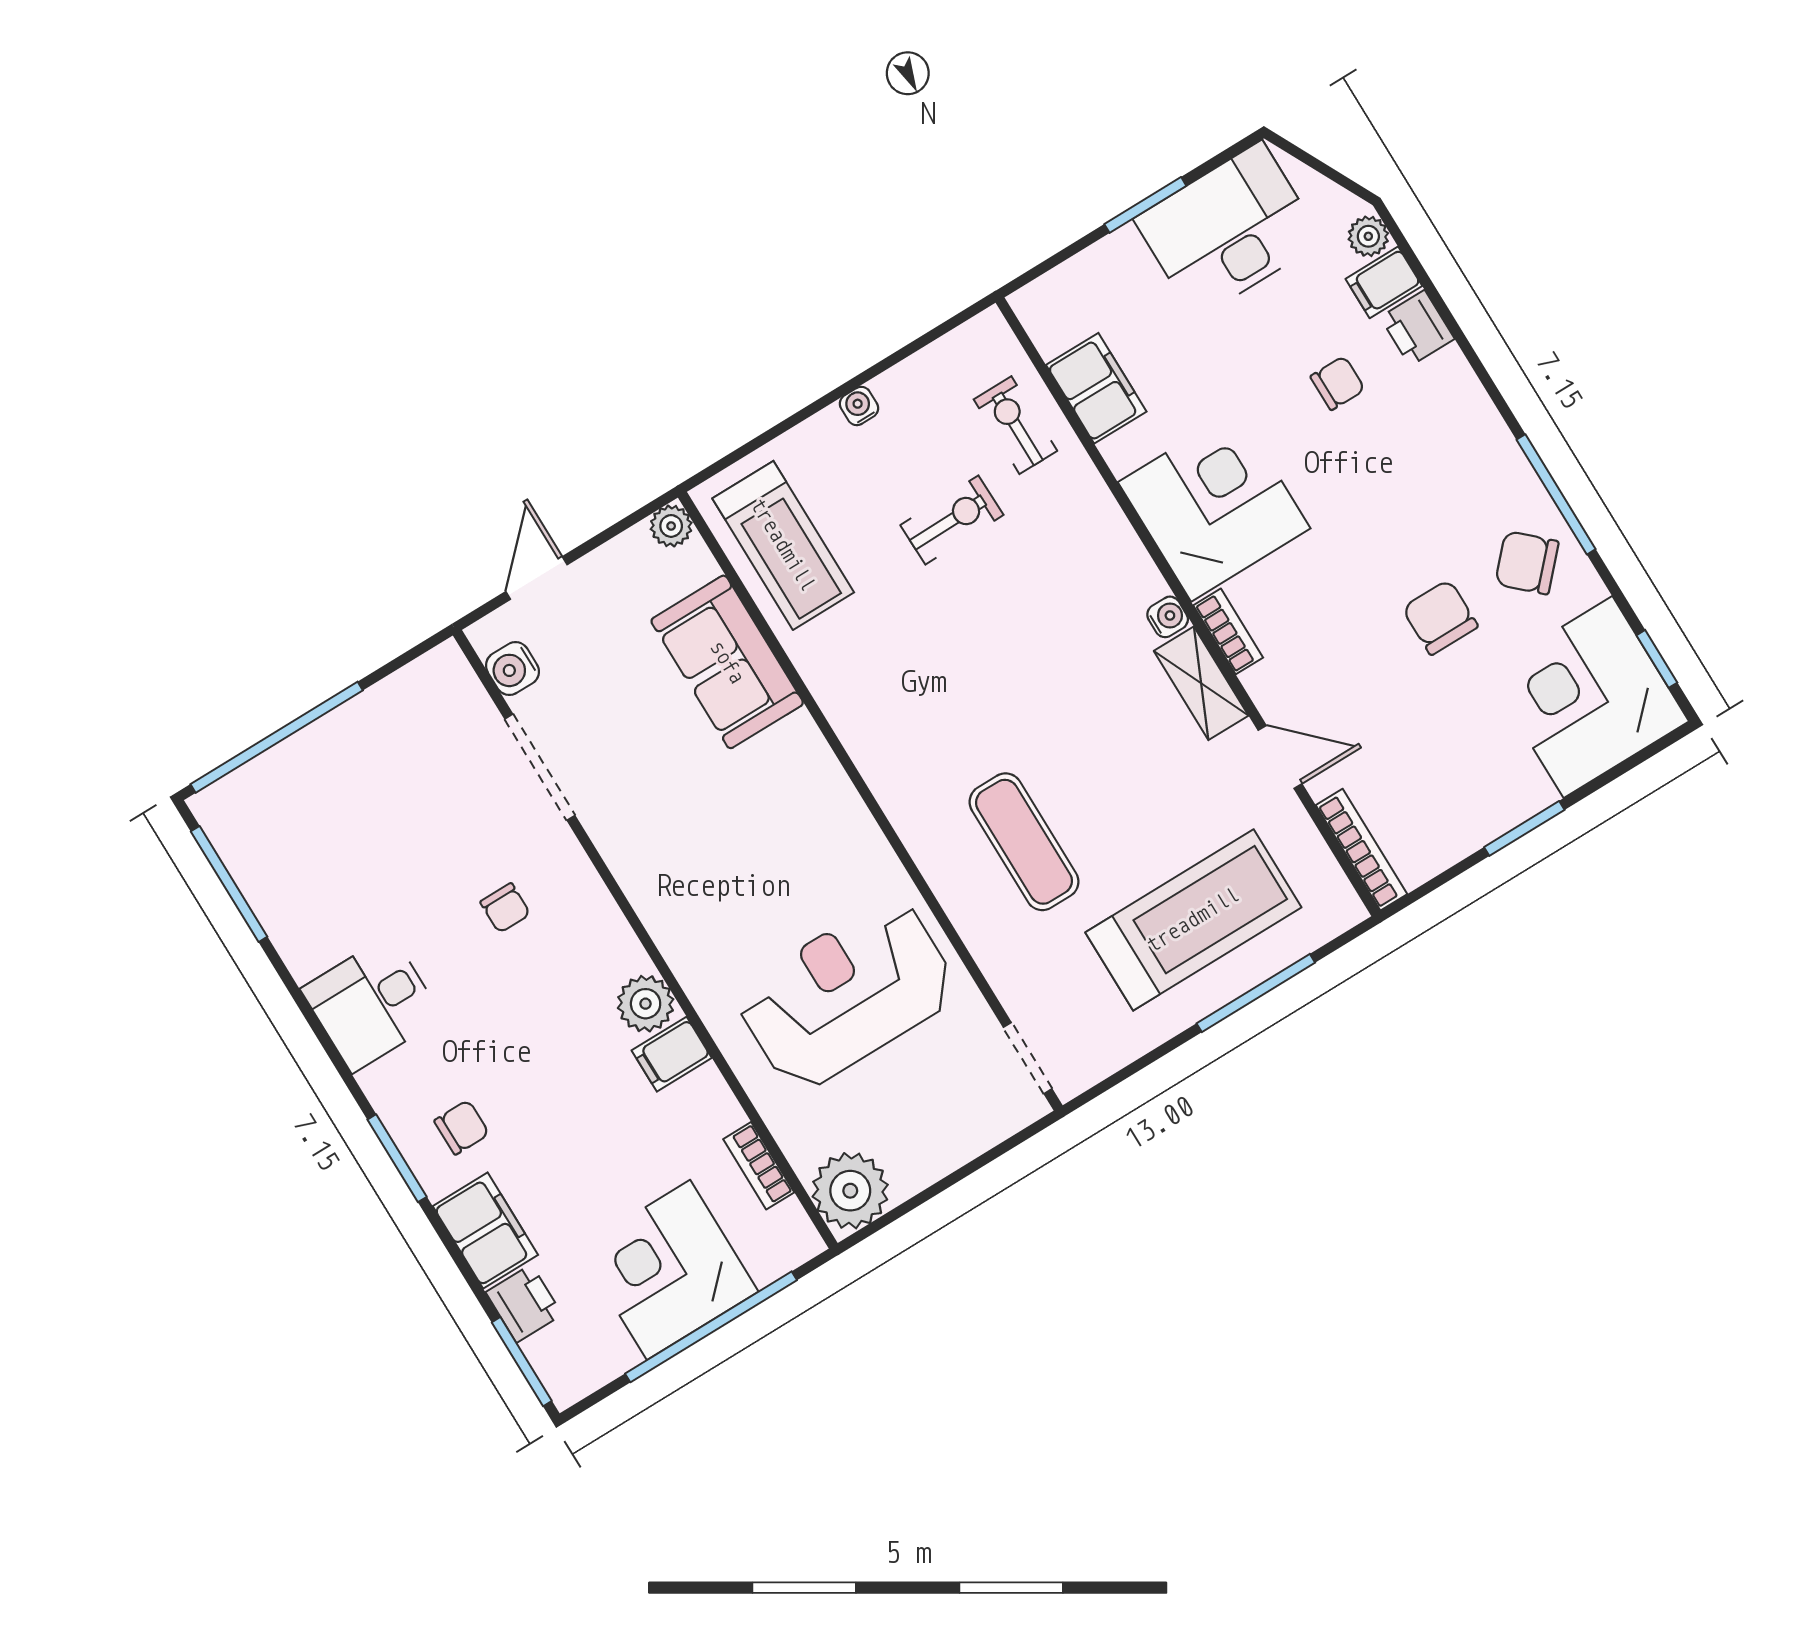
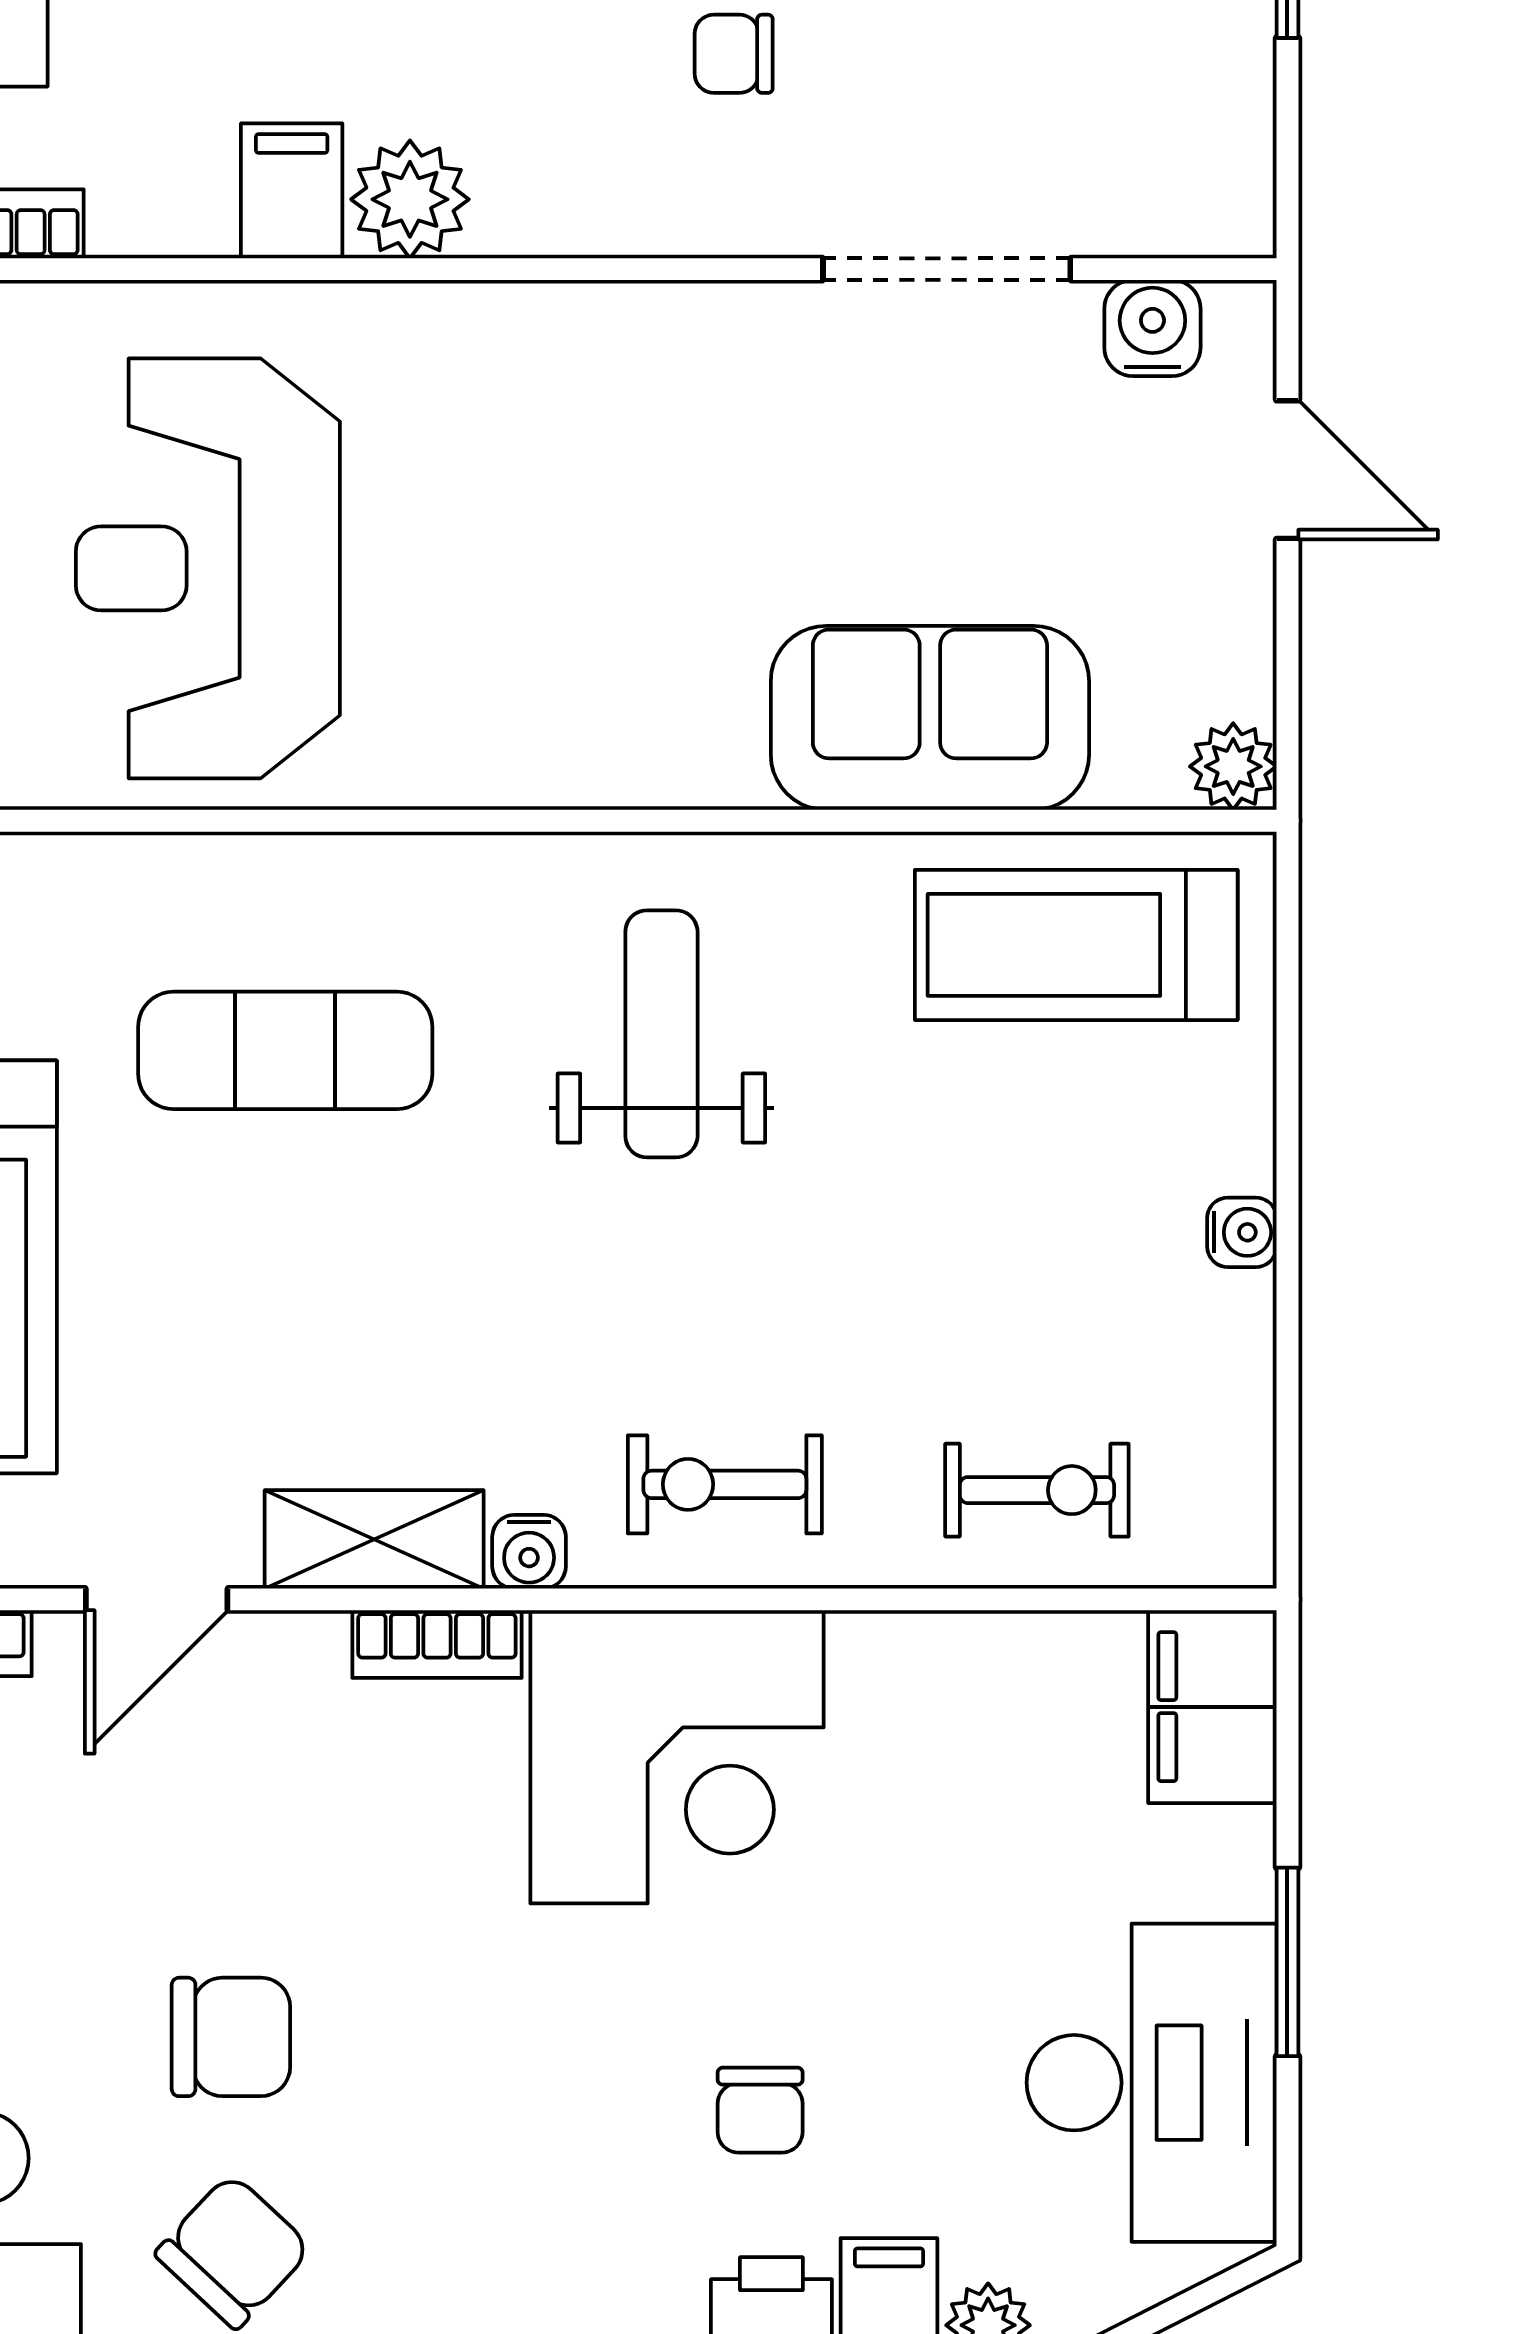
filing cabinet: (1096, 388) -> (1212, 1707), moved, turned 90
exercise bike: (952, 520) -> (725, 1484), moved, turned 91
weight bench: (923, 692) -> (661, 1034), added
reception desk: (847, 994) -> (208, 568), turned 180

